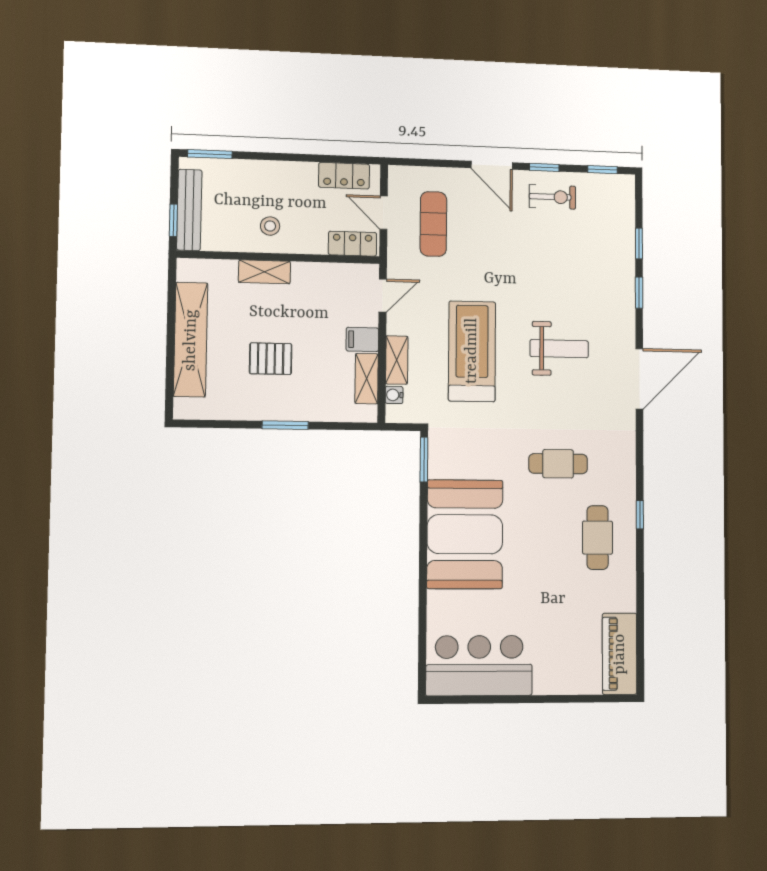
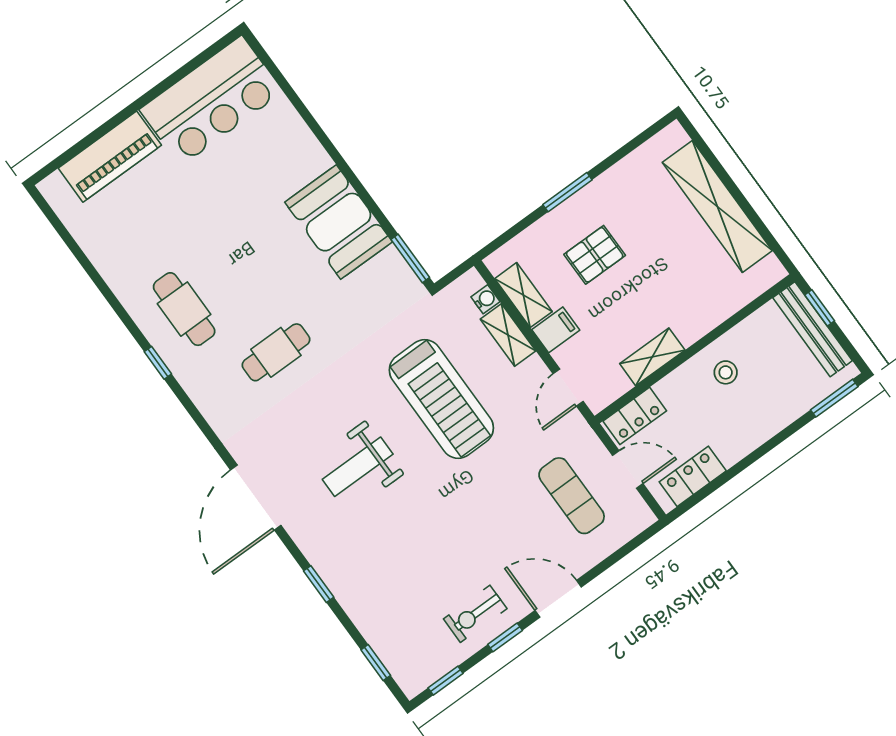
window: (639, 244) -> (376, 663), moved
shelving: (264, 272) -> (652, 357), moved
pallet: (271, 359) -> (595, 255), moved
booth: (465, 534) -> (339, 222), width x0.73, depth x0.70
piano: (620, 654) -> (110, 157), moved, turned 90

